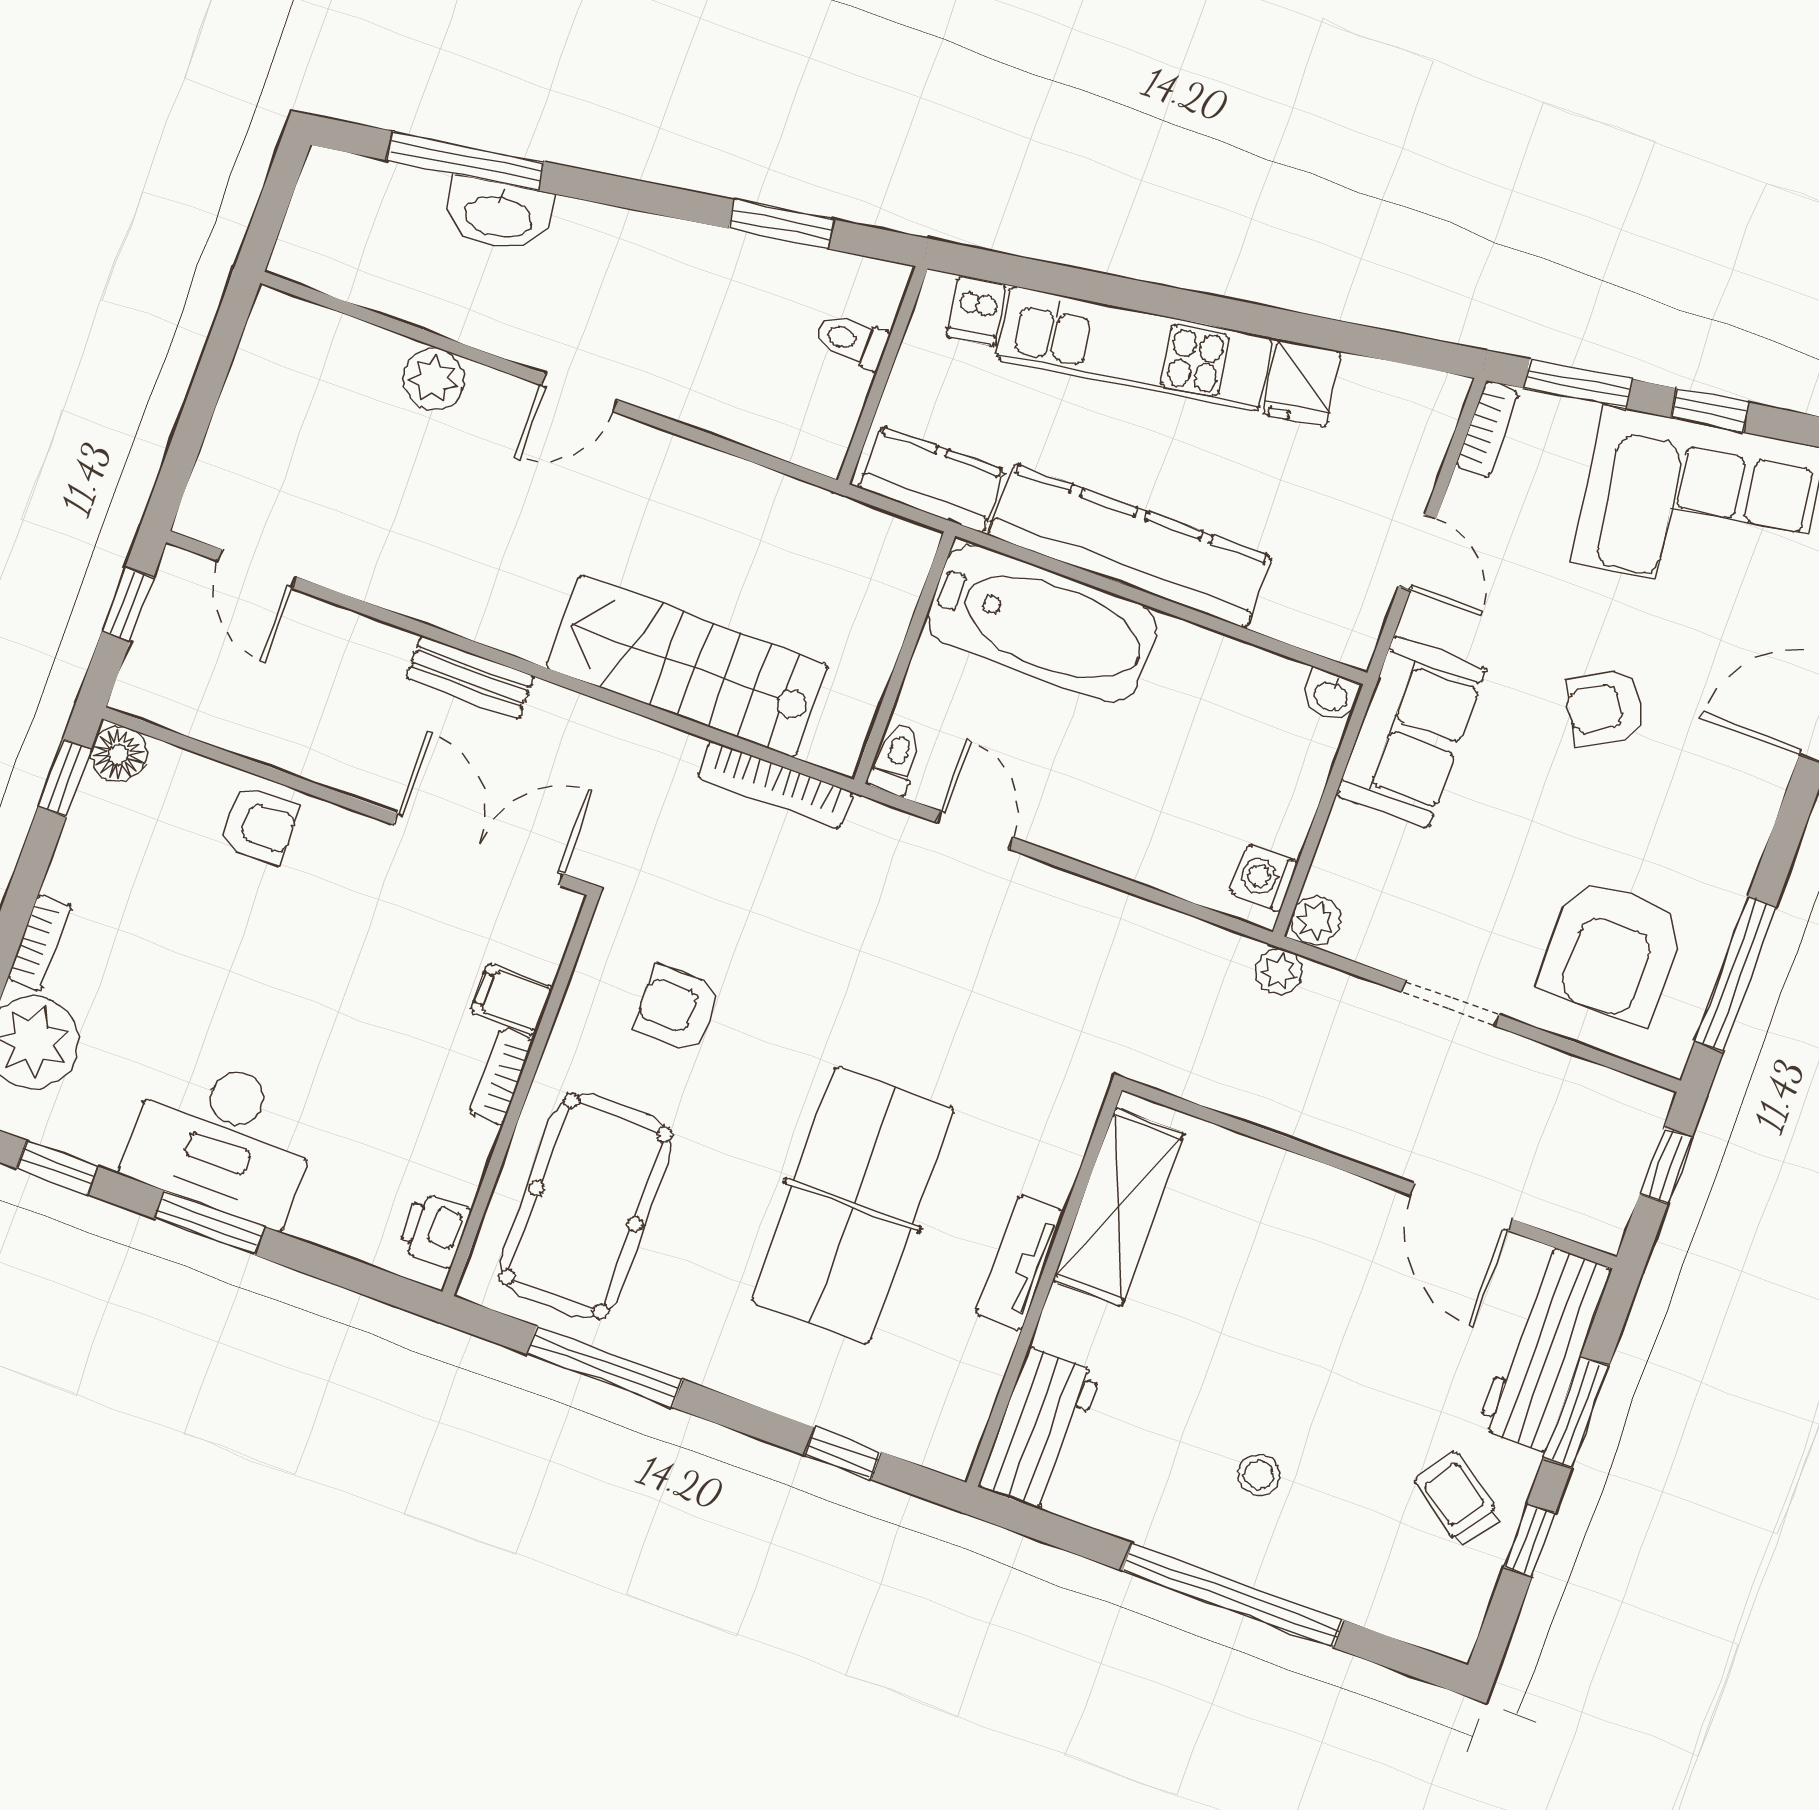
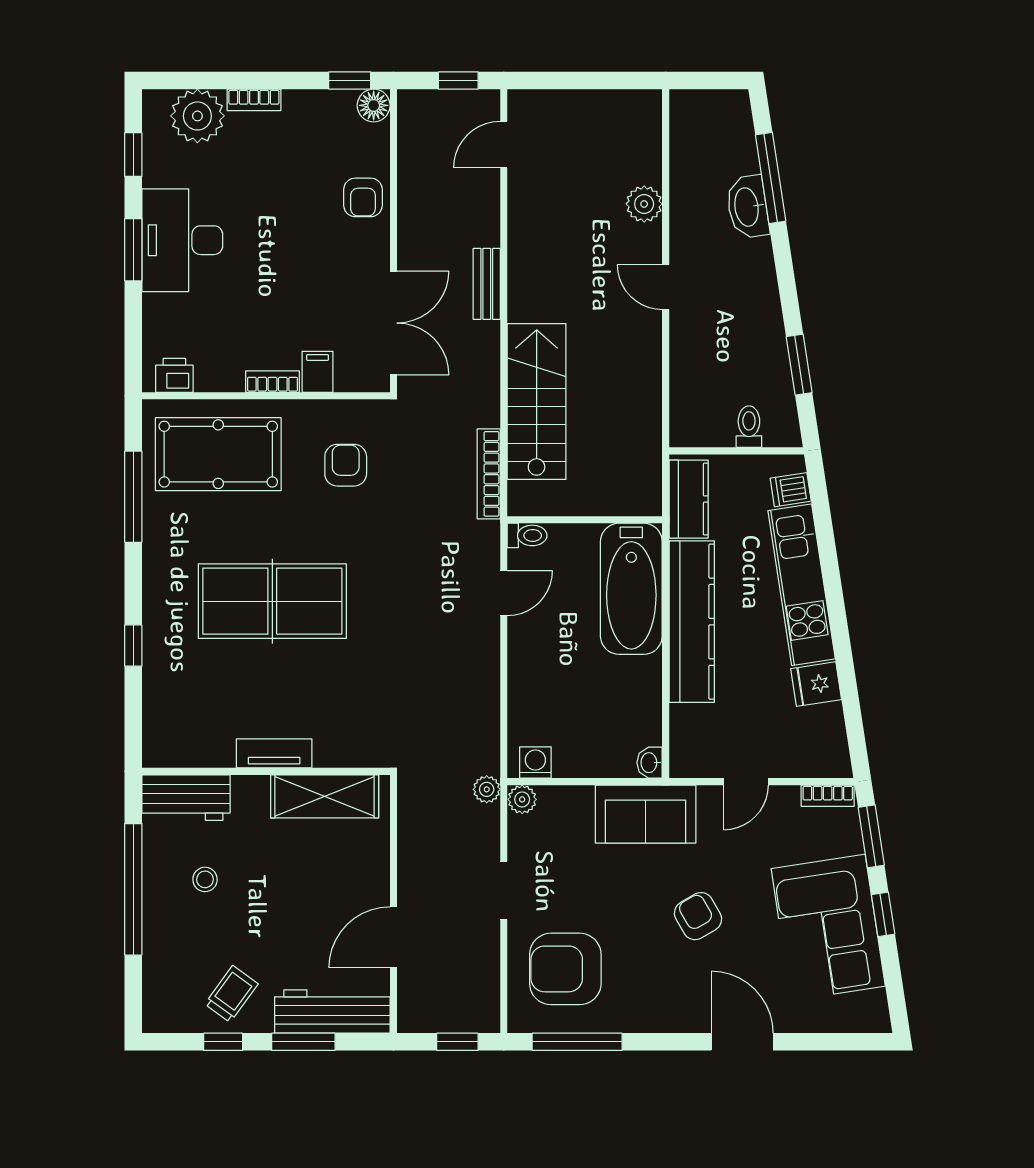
shelving: (1118, 1207) -> (325, 796), moved
tv unit: (1020, 1263) -> (274, 753), moved
wall: (1044, 1286) -> (266, 771), moved
workbench: (1040, 1430) -> (186, 798), moved

